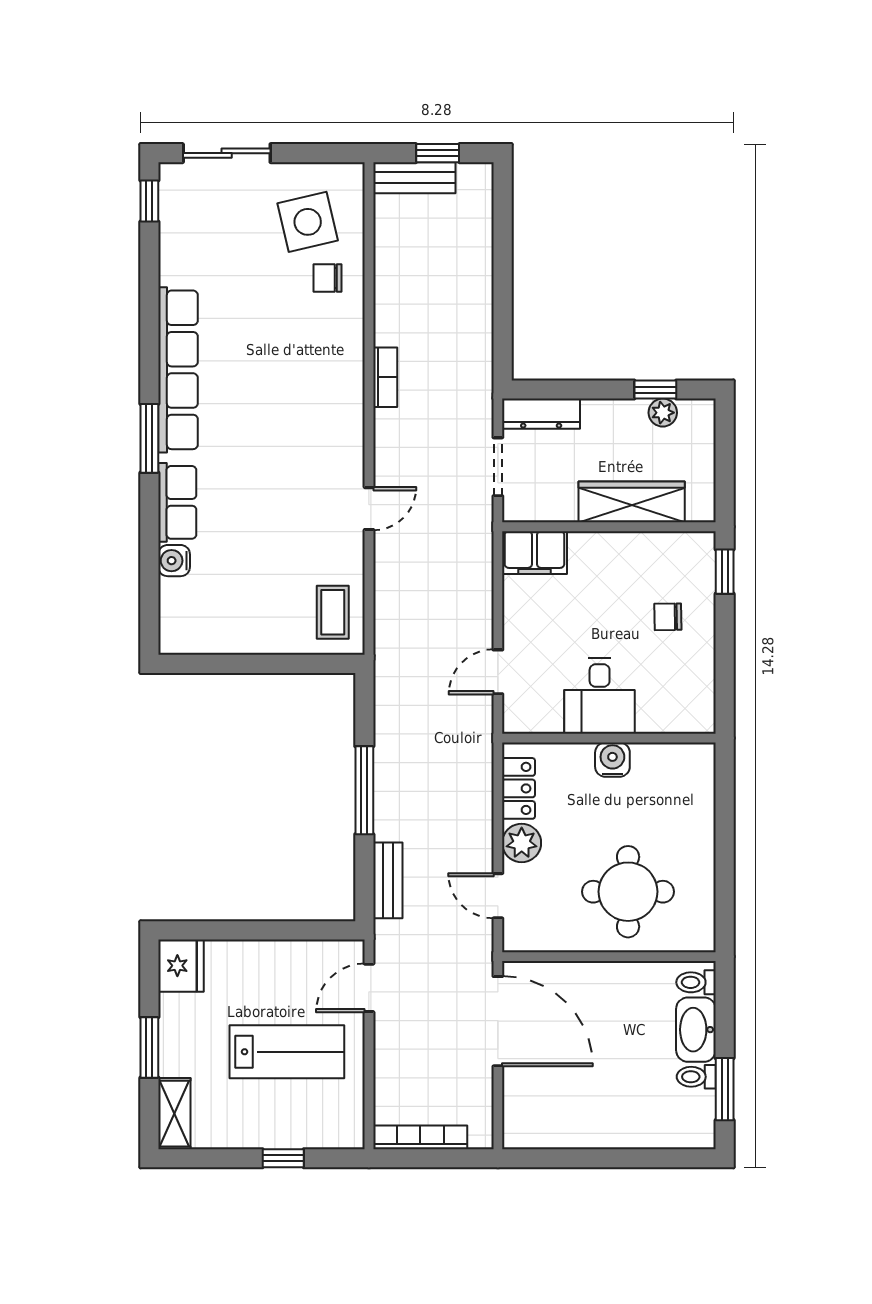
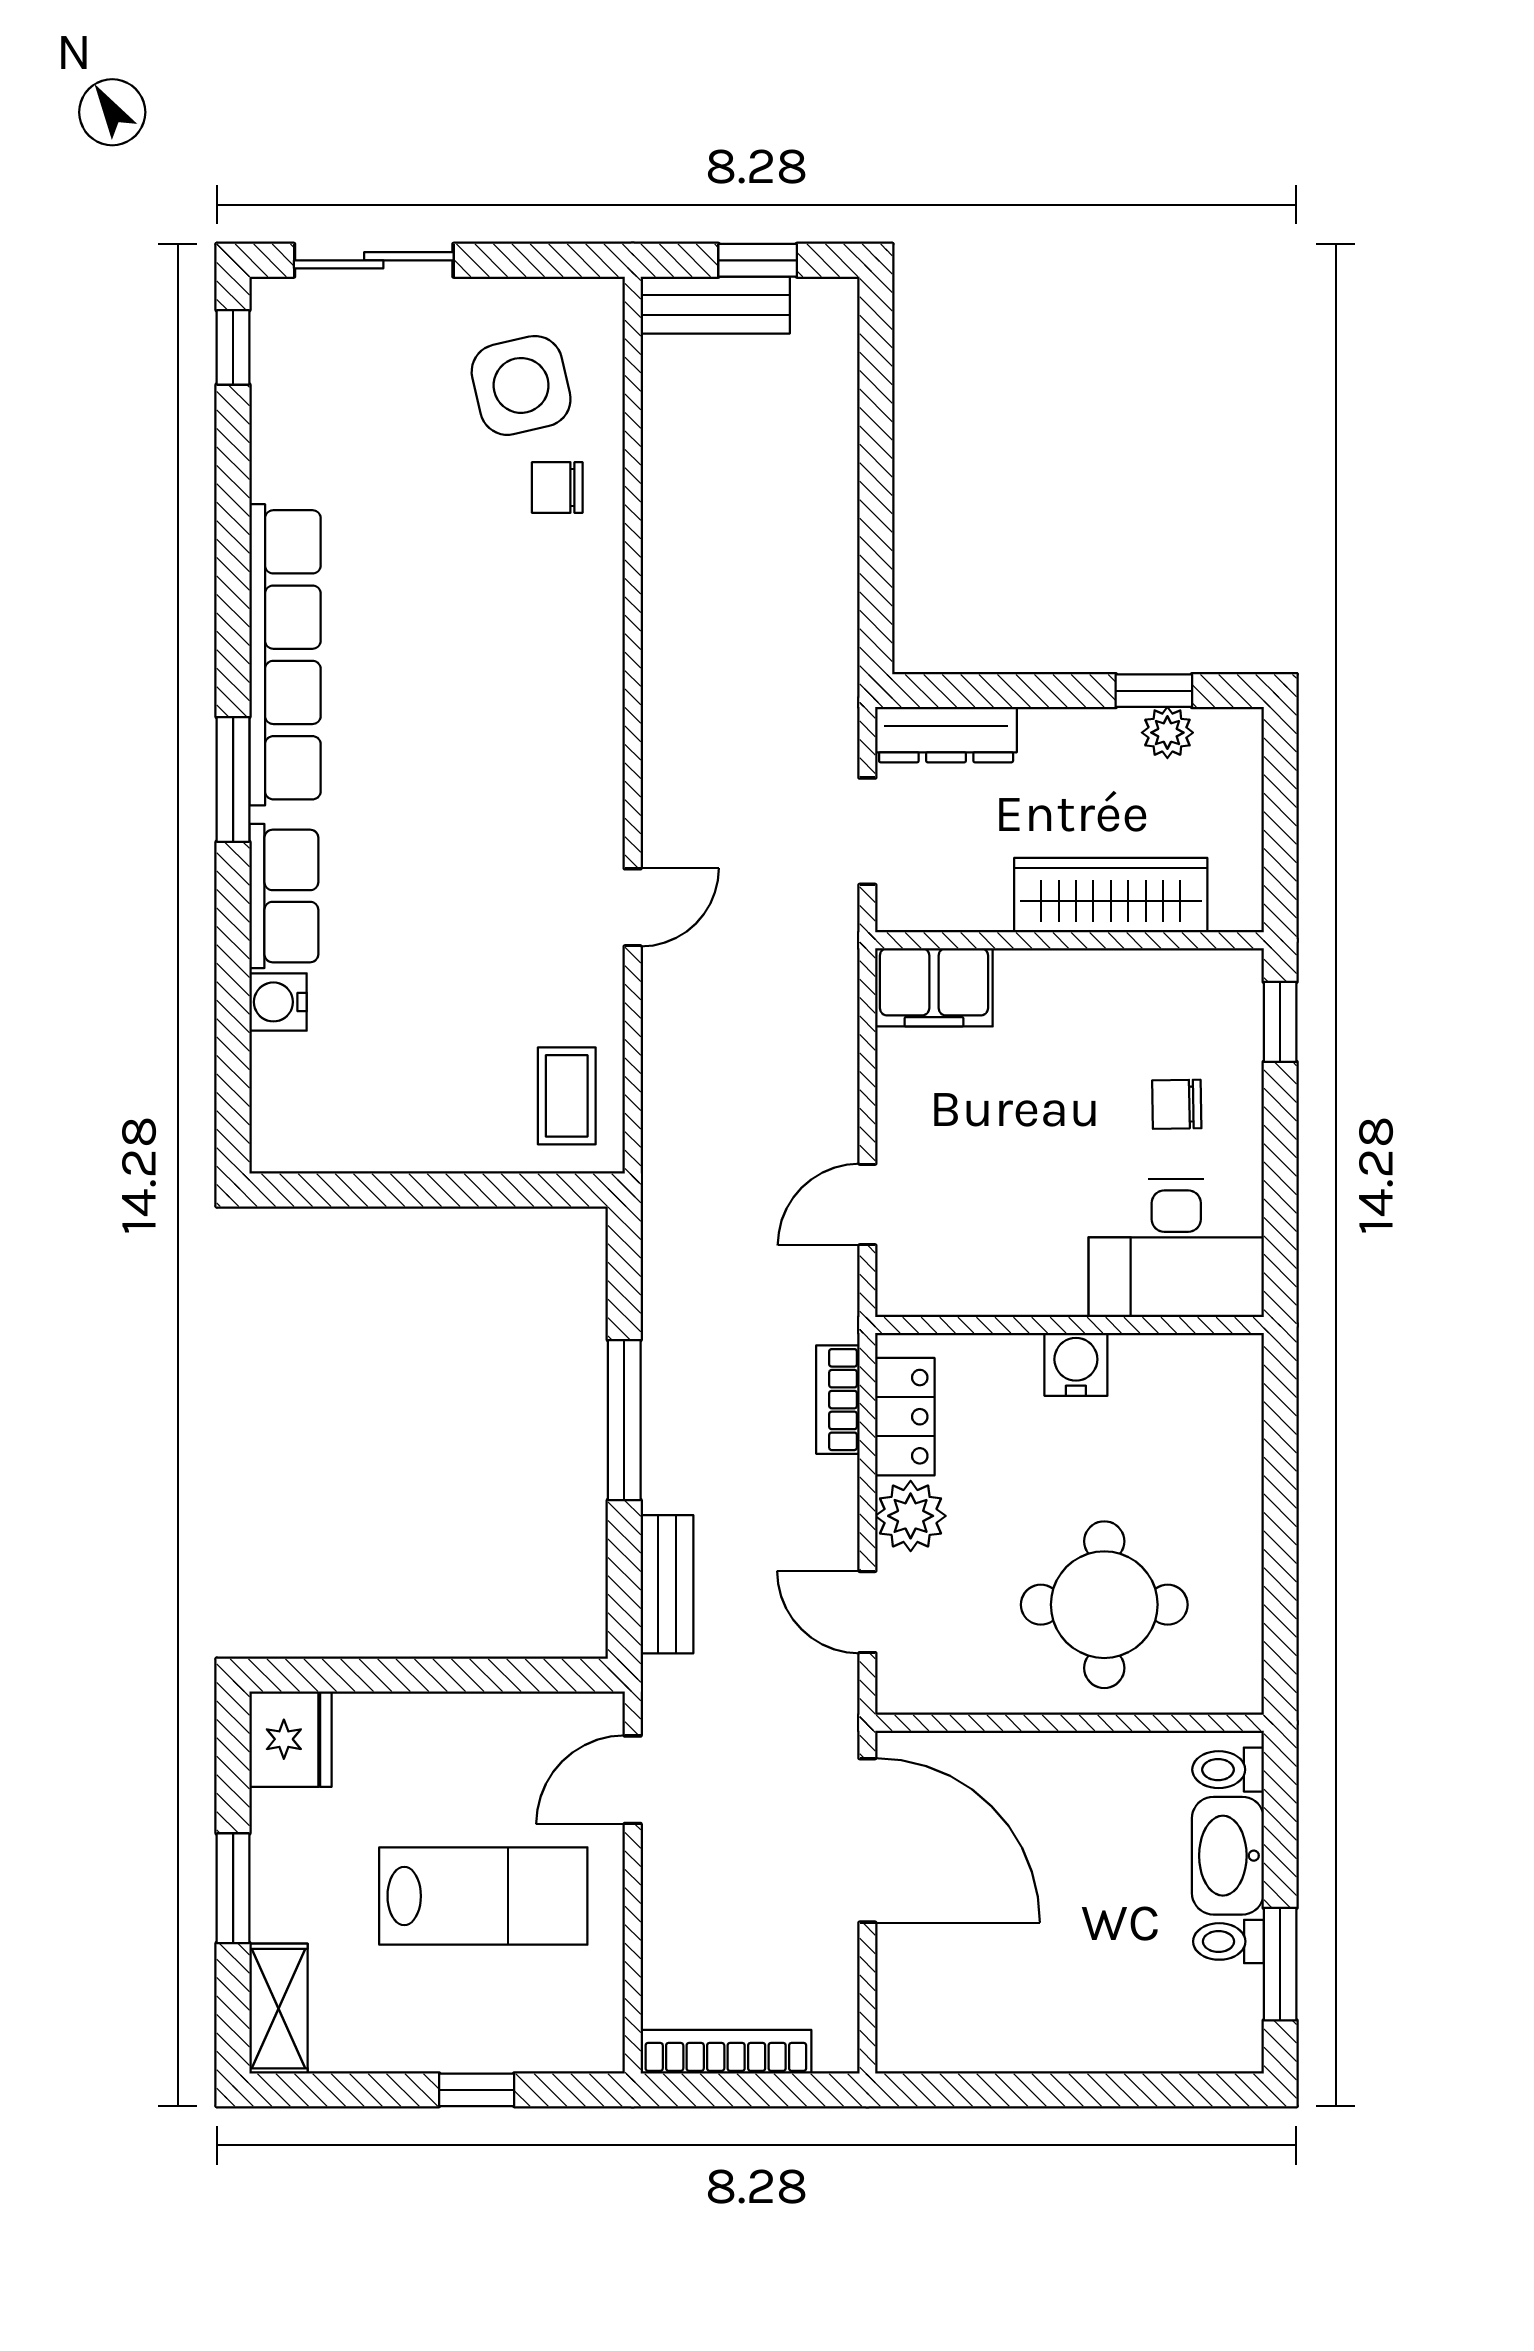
bookcase: (385, 377) -> (838, 1400), moved, turned 180
desk: (600, 696) -> (1176, 1248), moved, width x1.37

